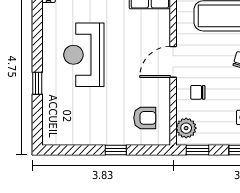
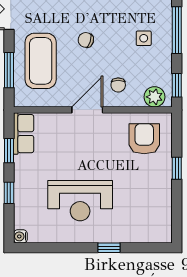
door: (173, 62) -> (87, 110), swing flipped
armchair: (145, 118) -> (144, 139), width x1.38, depth x1.38

